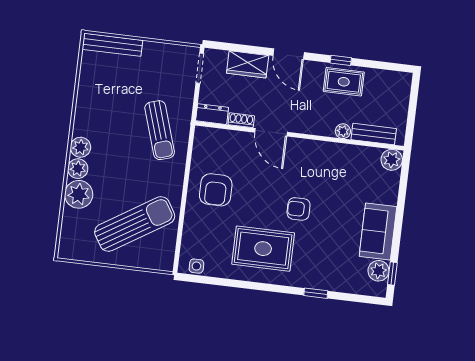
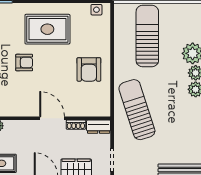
sun lounger: (160, 130) -> (137, 110), width x1.36, depth x1.34
armchair: (216, 190) -> (89, 69), turned 180
sun lounger: (135, 224) -> (147, 36), turned 122

